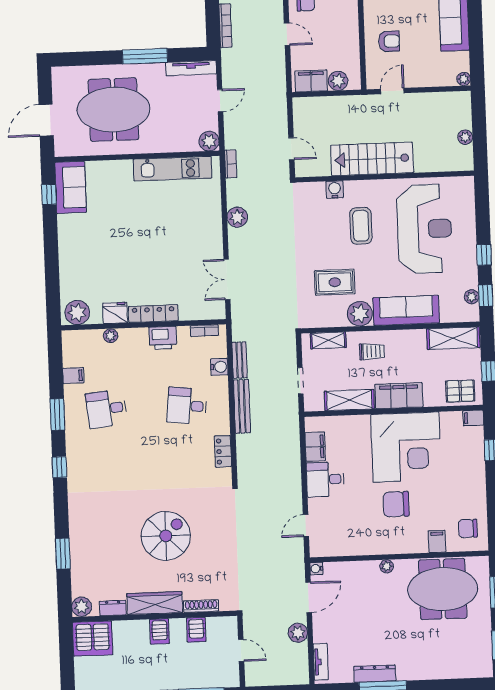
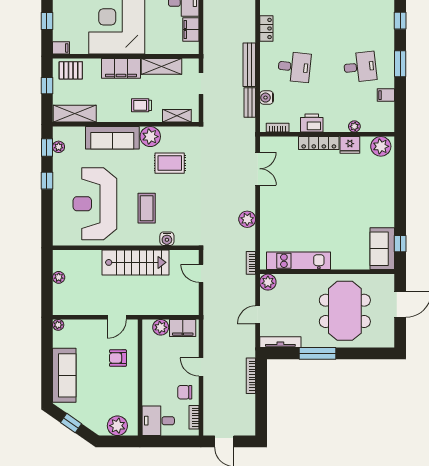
meeting table: (113, 110) -> (345, 311), turned 90

